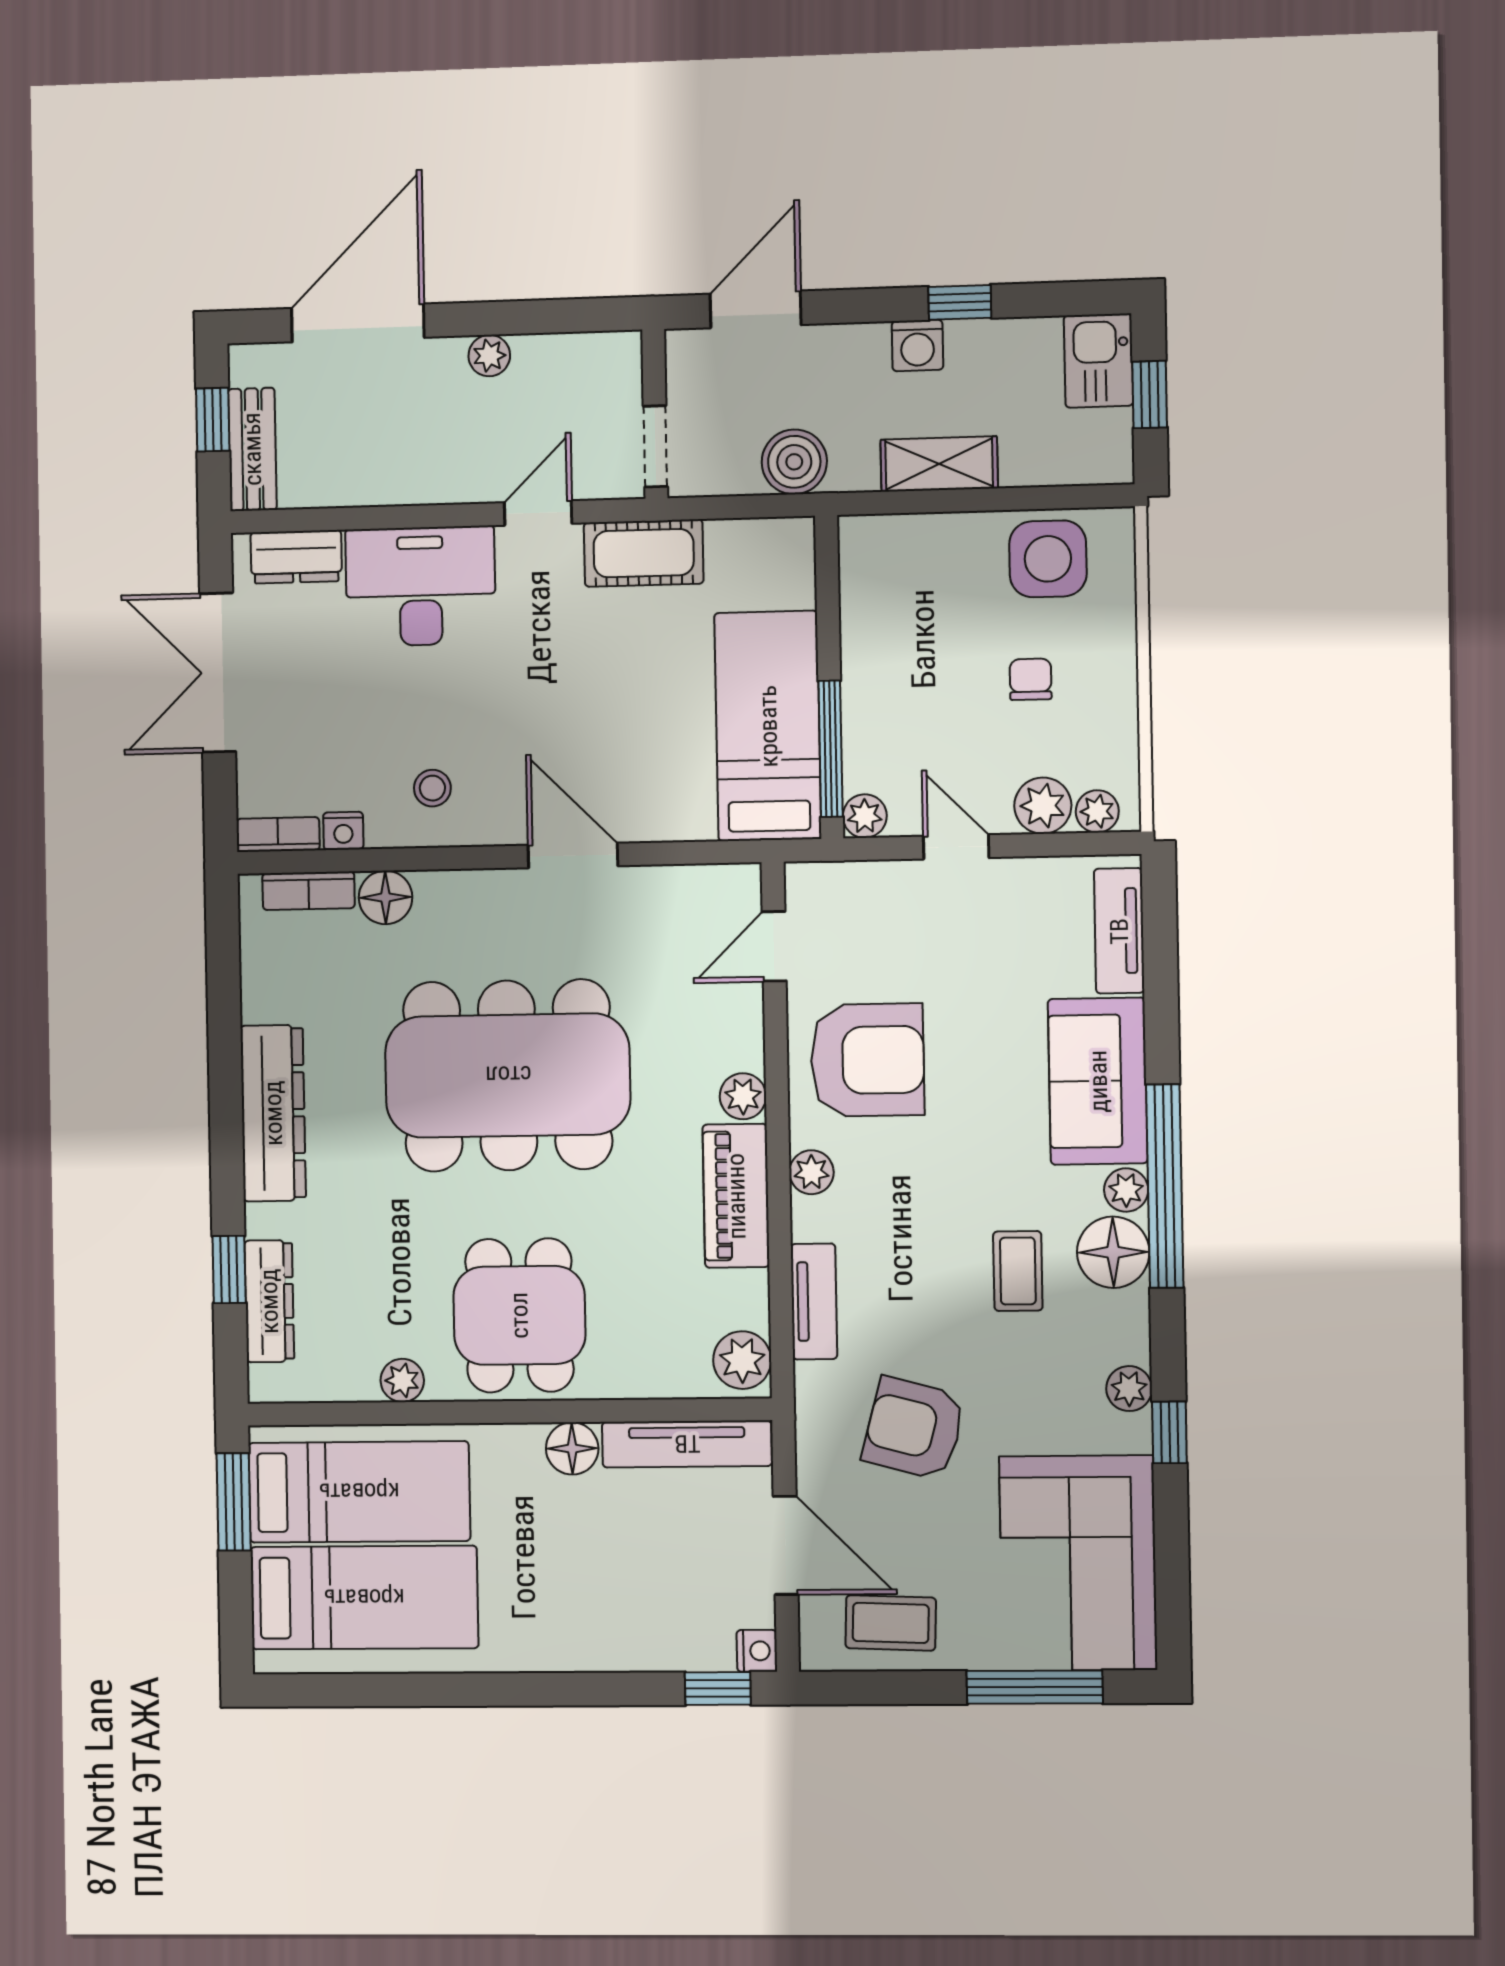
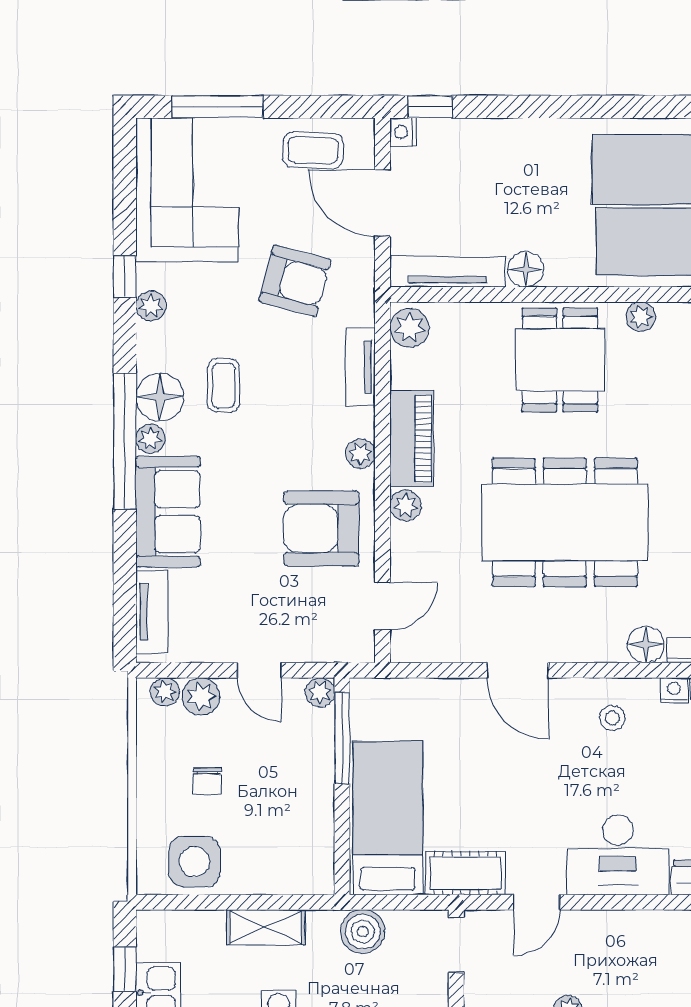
bed: (768, 726) -> (388, 818), moved, turned 180

